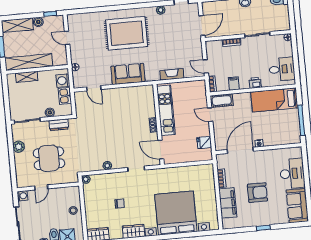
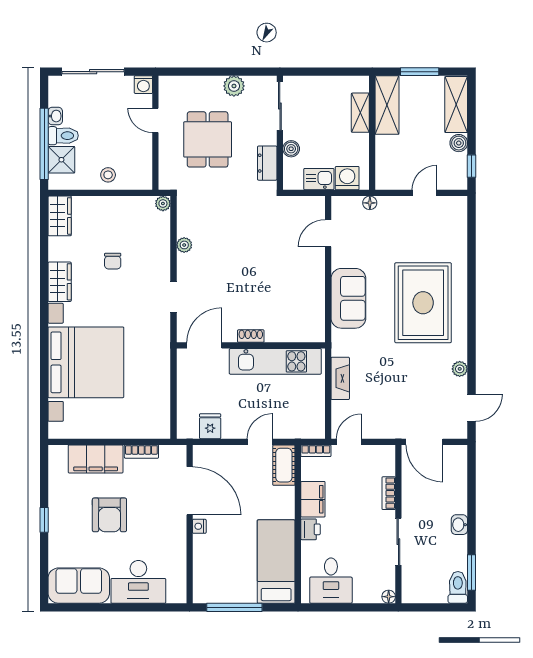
shelving: (29, 62) -> (387, 105), width x0.68
filing cabinet: (234, 84) -> (313, 499), width x2.00

